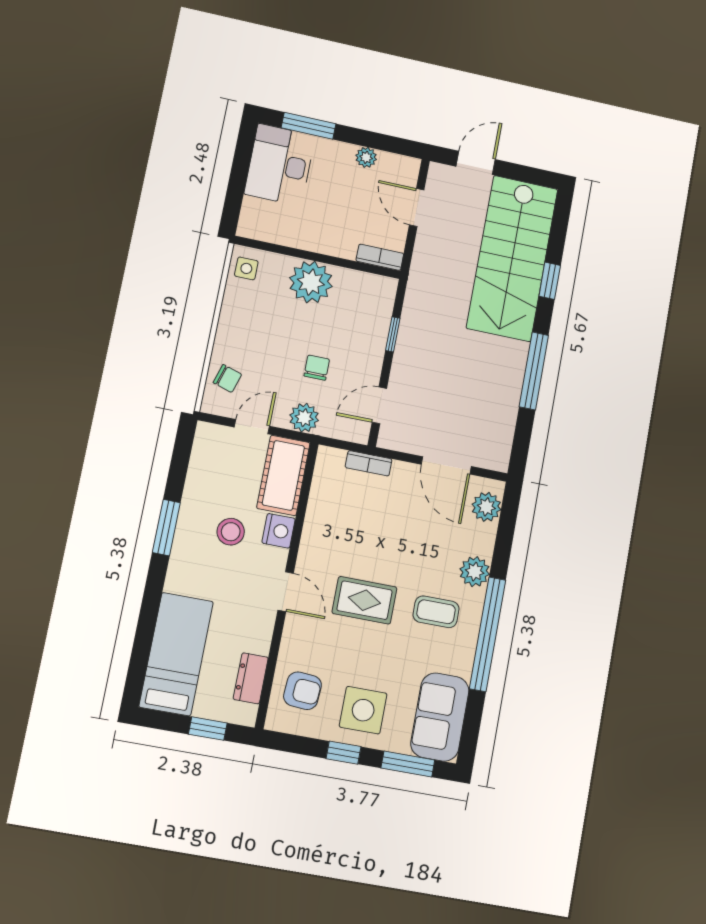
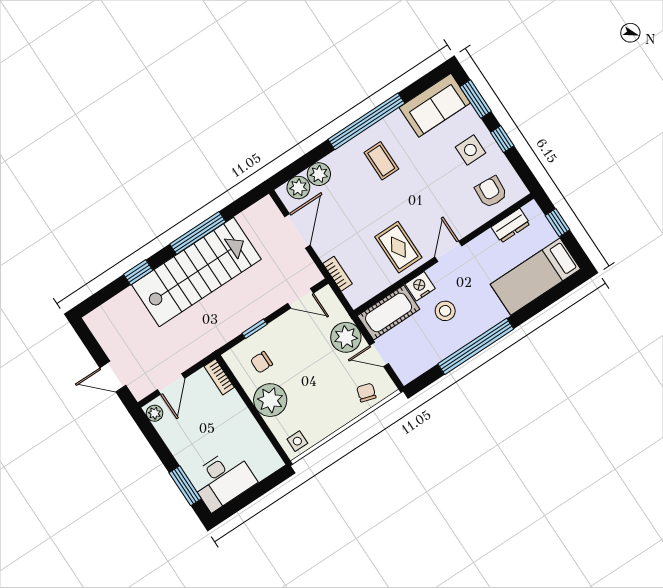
plant: (366, 157) -> (154, 413), moved
stairs: (512, 258) -> (196, 272), moved
chair: (317, 368) -> (262, 362), moved
plant: (304, 418) -> (346, 337), width x1.36, depth x1.36
window: (166, 528) -> (476, 346), width x2.11
plant: (475, 572) -> (319, 174), moved
rug: (364, 600) -> (398, 247), moved
side table: (363, 710) -> (470, 150), width x0.73, depth x0.73

